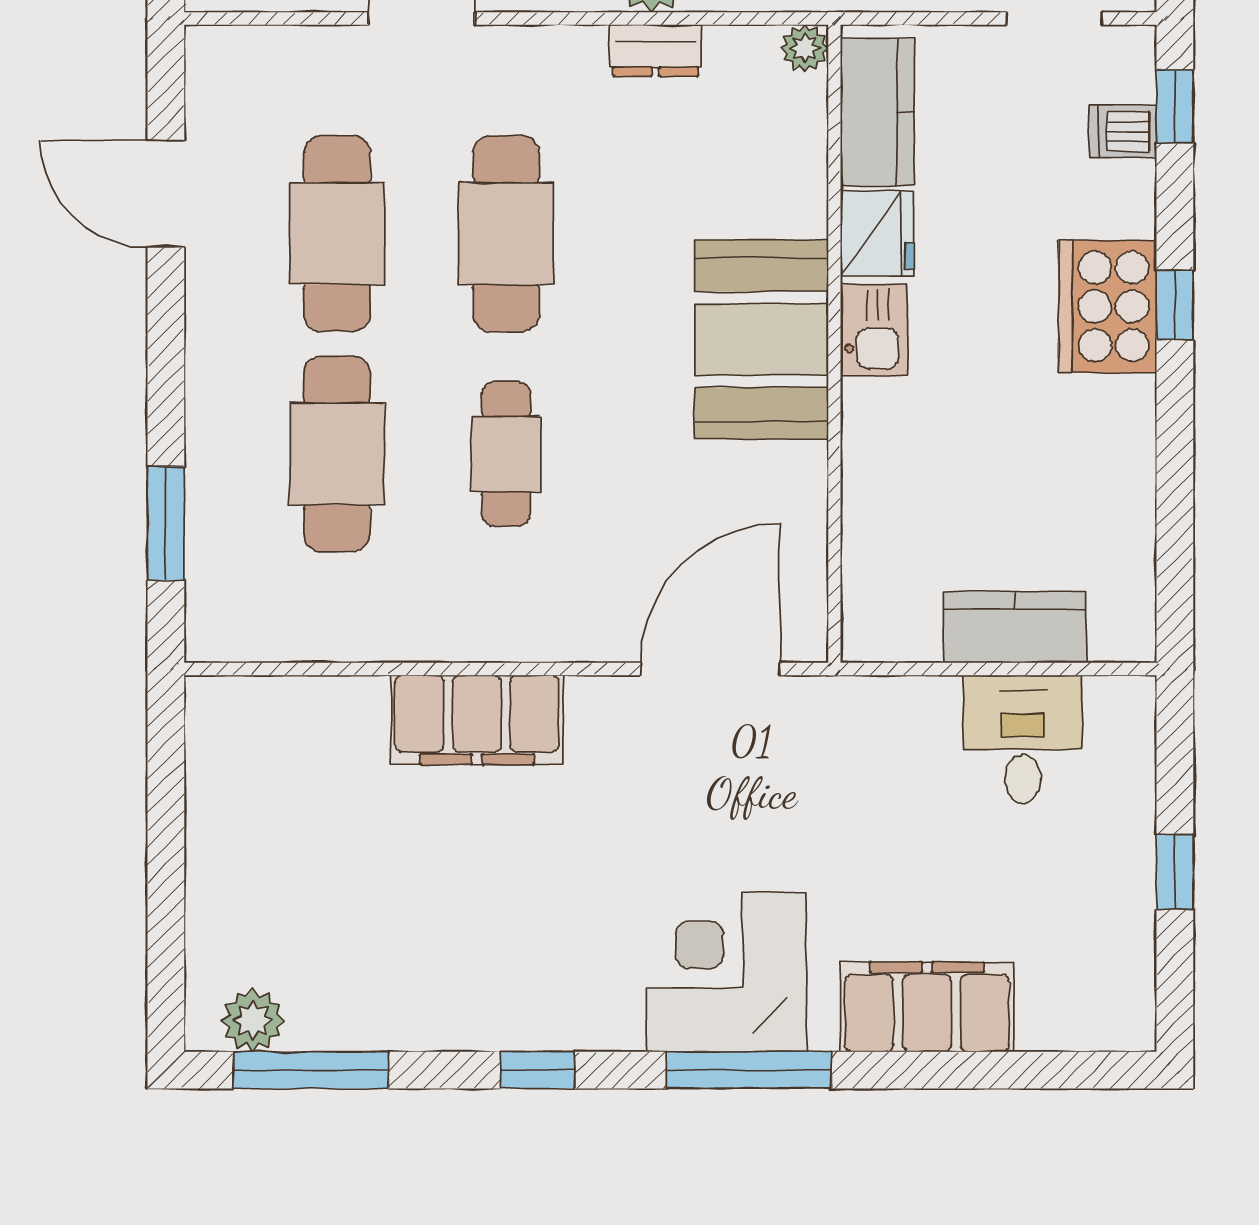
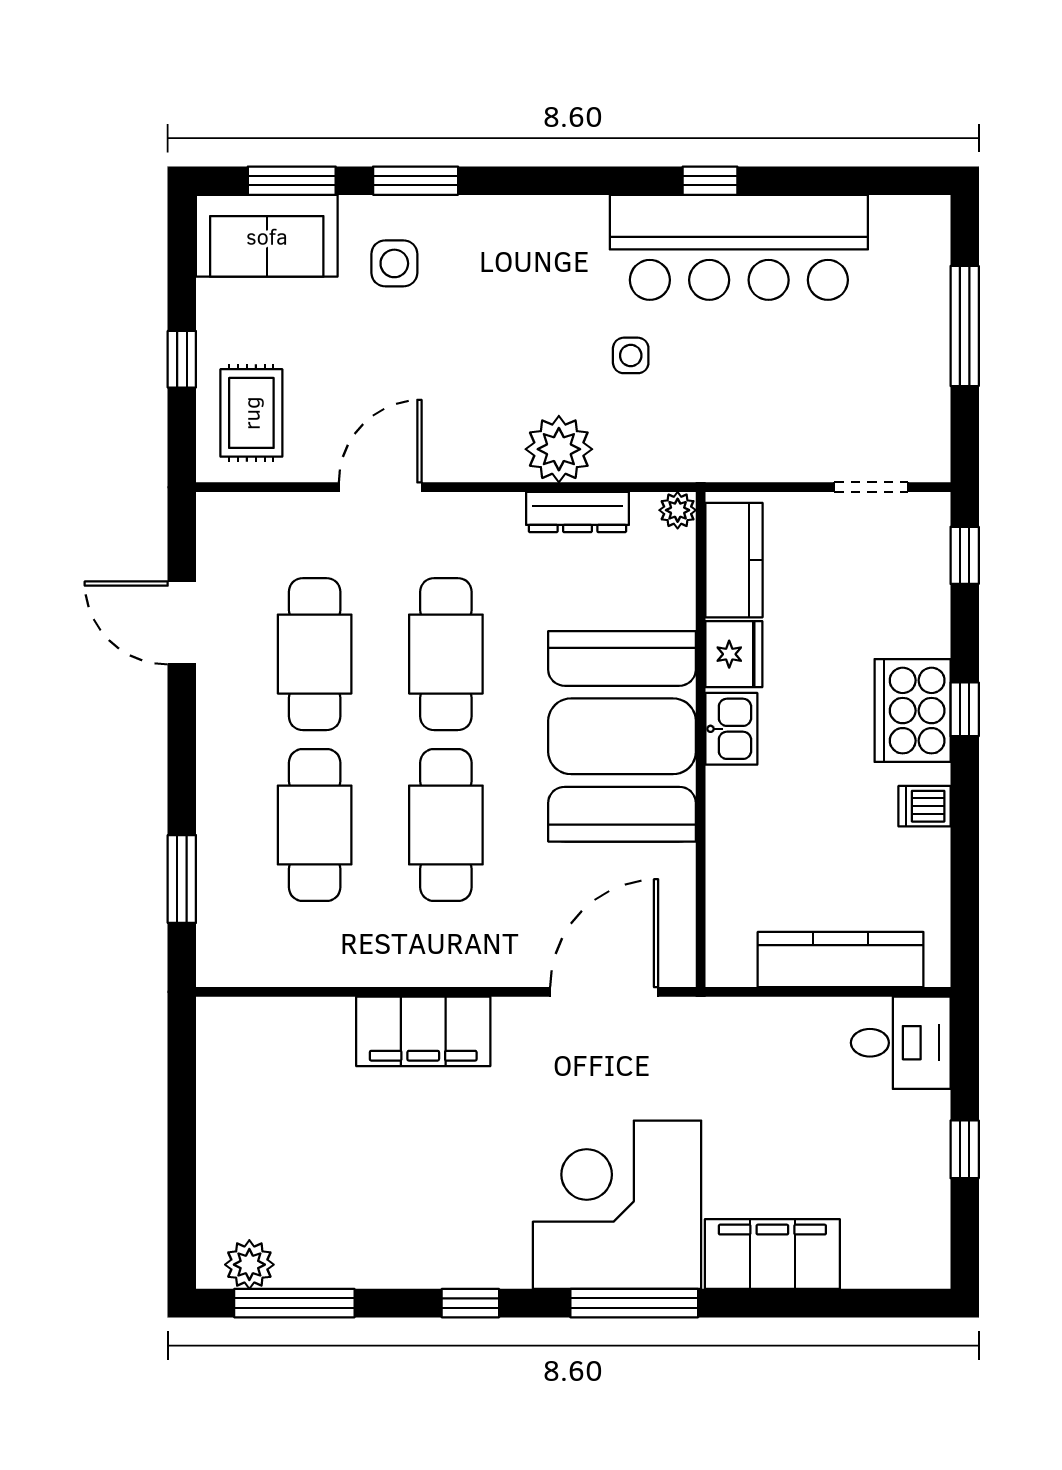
dresser: (656, 51) -> (578, 512), width x1.44
dishwasher: (1123, 132) -> (924, 806), moved
booth: (761, 340) -> (622, 736), width x1.36, depth x1.42
cafe table: (506, 454) -> (446, 825), width x1.37, depth x1.35
kitchen counter: (1015, 627) -> (841, 960), width x1.50
desk: (1023, 739) -> (901, 1043), moved, turned 90
corner desk: (727, 972) -> (617, 1205), width x1.36, depth x1.36

